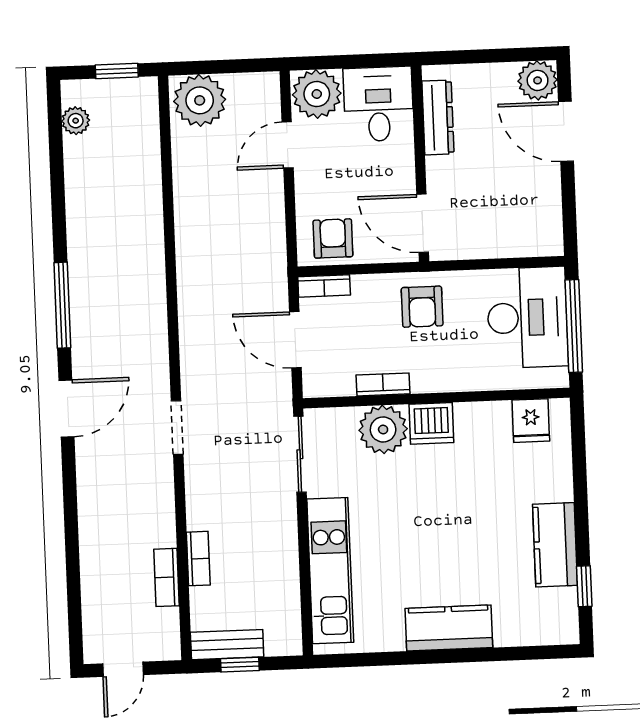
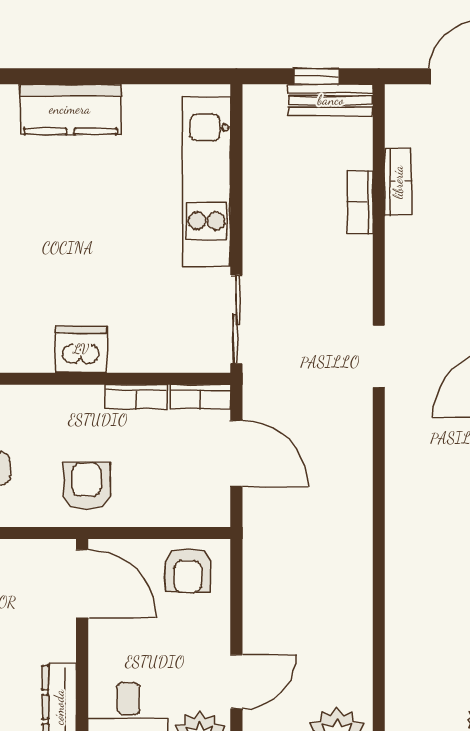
bookcase: (324, 286) -> (200, 397), moved, turned 180
plant: (383, 429) -> (138, 344), removed

